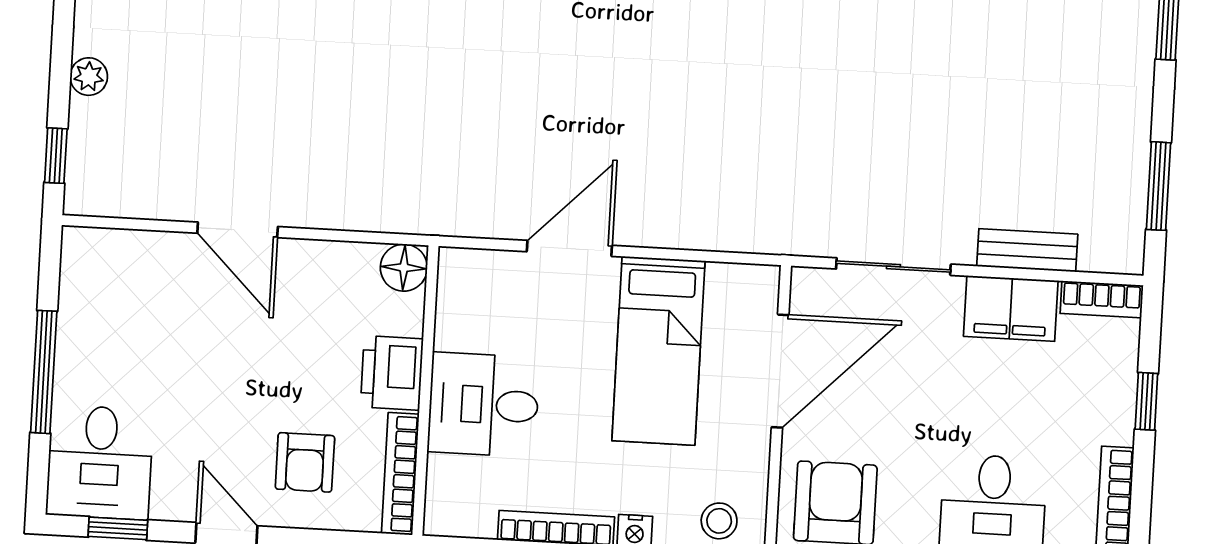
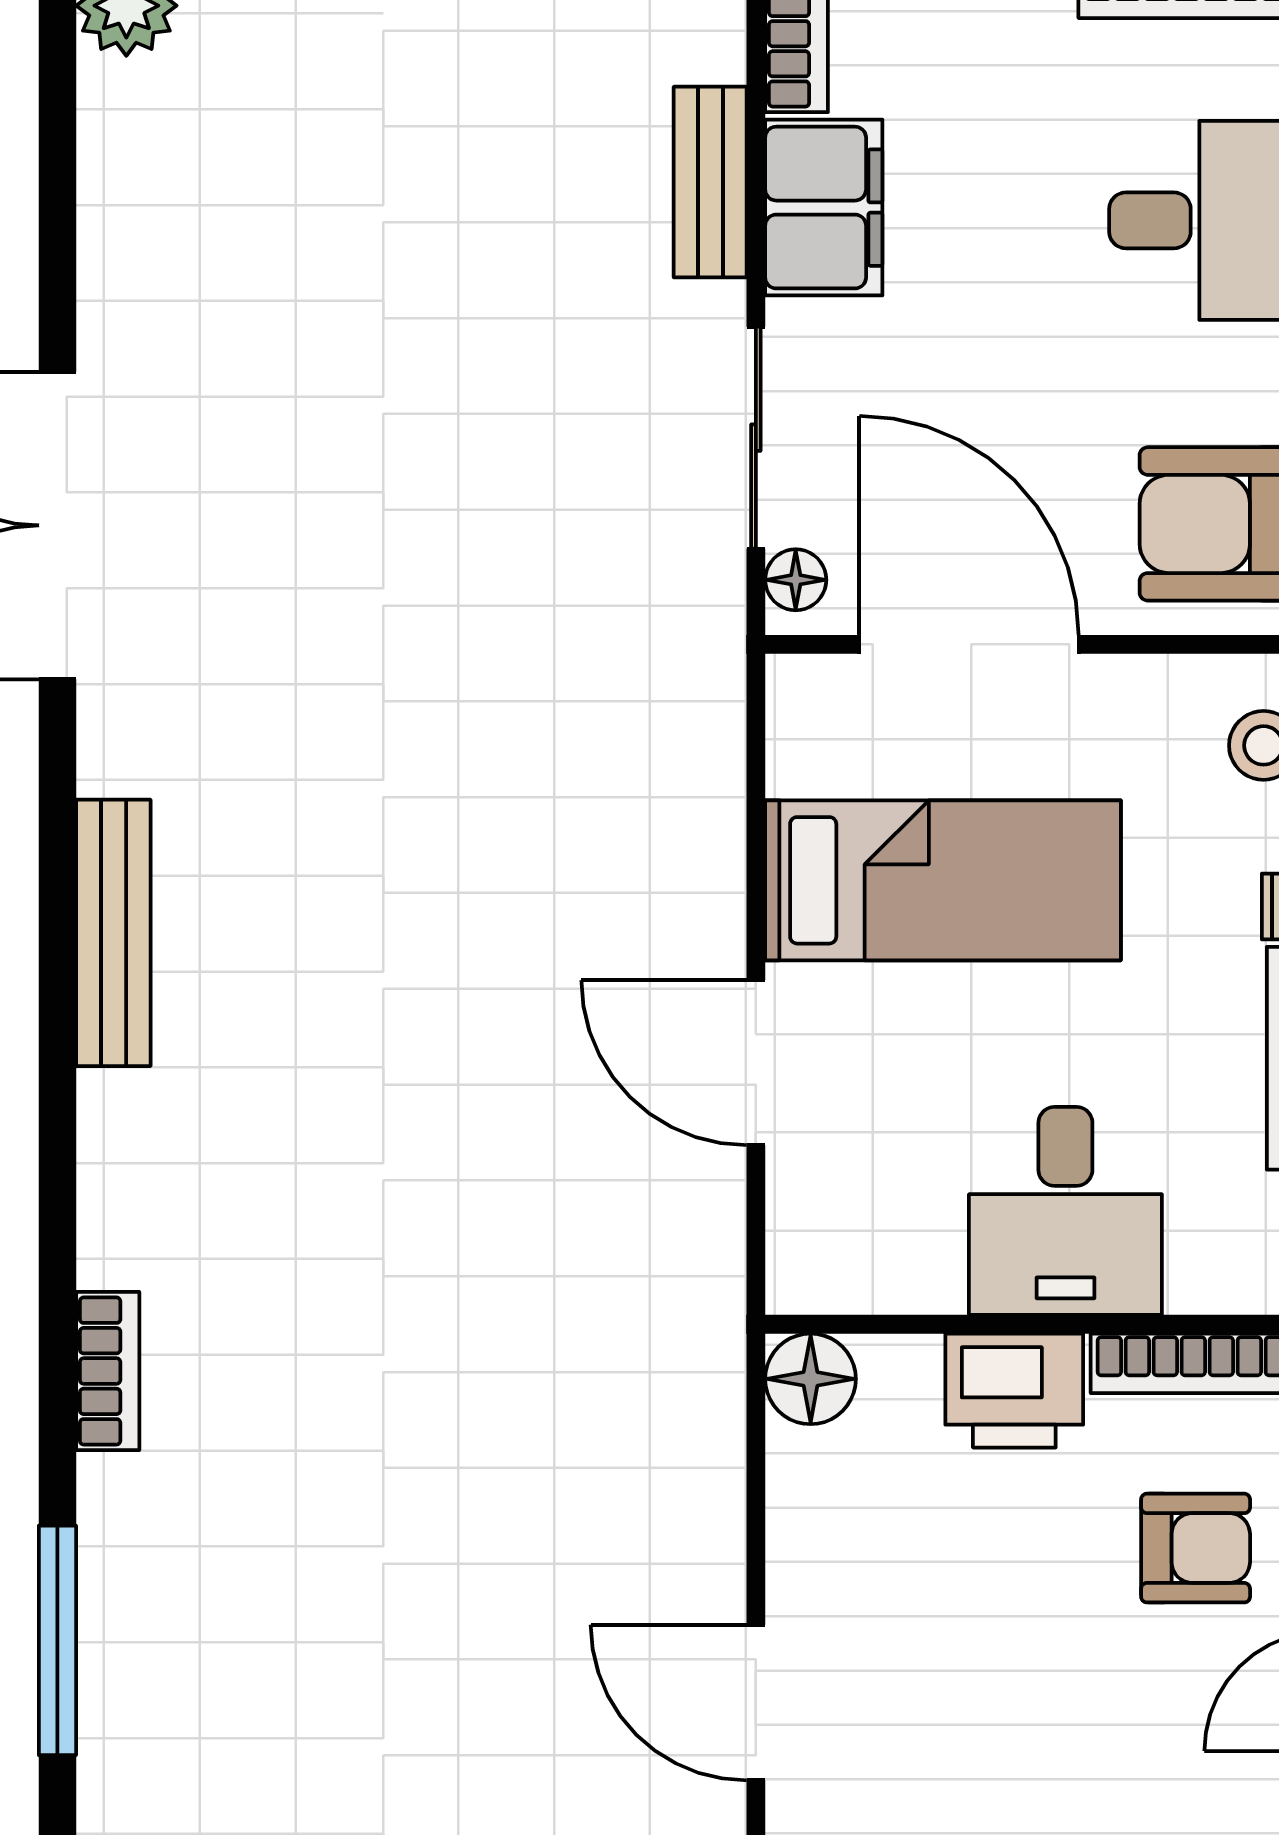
door: (238, 230) -> (756, 1702), swing flipped
floor lamp: (819, 283) -> (796, 580), added

